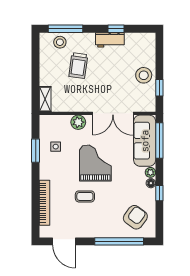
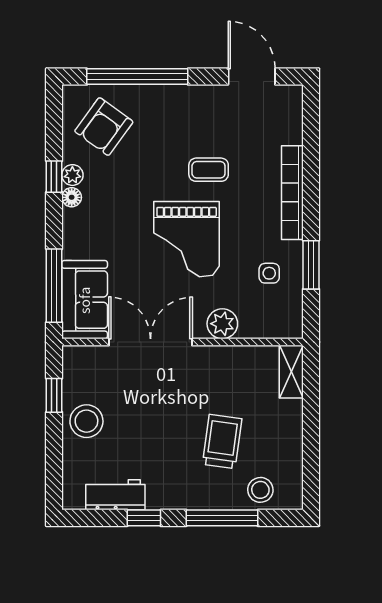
window: (66, 29) -> (222, 518), moved
workbench: (110, 40) -> (115, 495), moved
sofa: (145, 141) -> (85, 300), width x0.73
plant: (150, 172) -> (72, 175), moved
bookcase: (44, 203) -> (292, 193), moved

